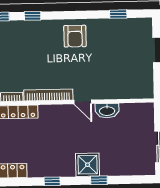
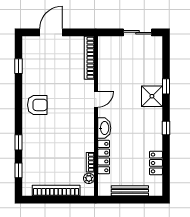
bookcase: (48, 95) -> (89, 58), moved
washbasin: (107, 111) -> (104, 128), moved

